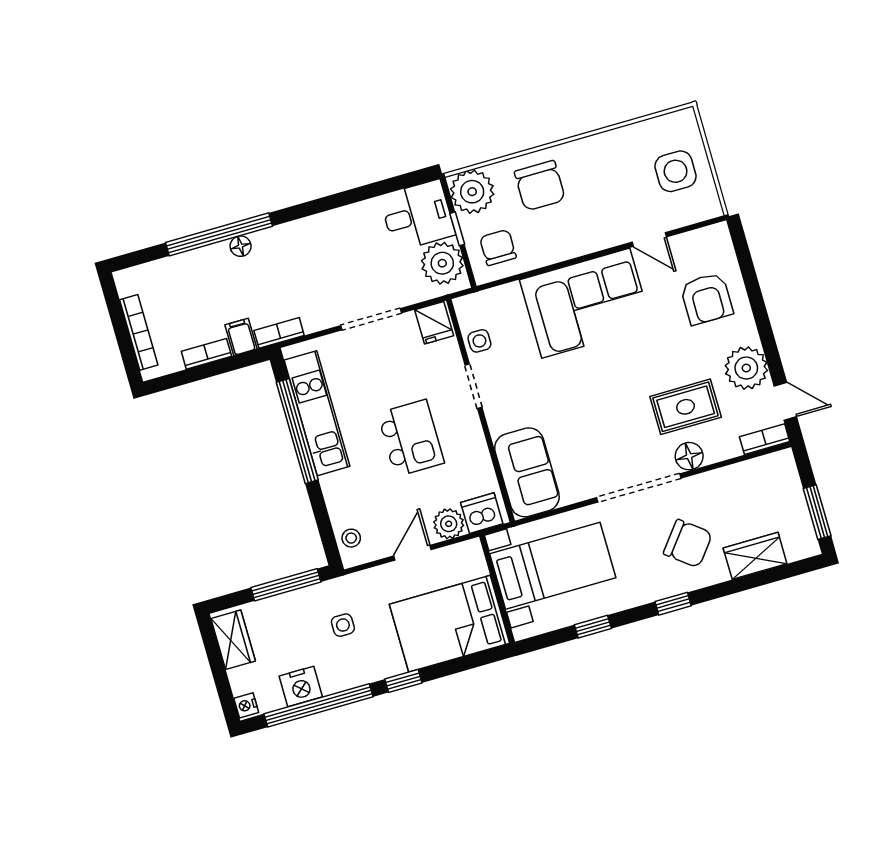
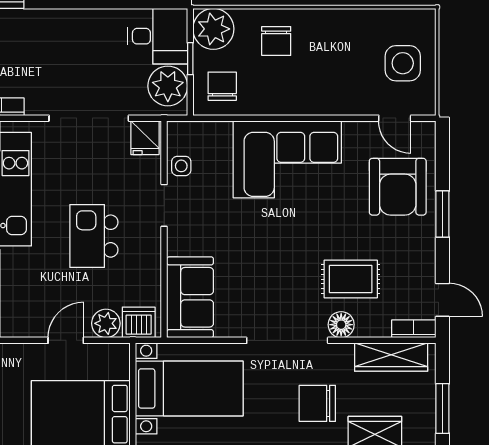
chair: (540, 186) -> (276, 41), width x0.73, depth x0.73
door: (649, 239) -> (395, 118), moved
armchair: (707, 299) -> (398, 187), width x1.36, depth x1.36
window: (760, 314) -> (442, 214), added
doorway: (371, 319) -> (89, 118), width x1.36
plant: (746, 368) -> (416, 260), removed
kitchen island: (411, 438) -> (94, 236), turned 180
wardrobe: (750, 475) -> (391, 357), added
stool: (351, 538) -> (14, 311), removed
chair: (688, 544) -> (317, 403), turned 142

